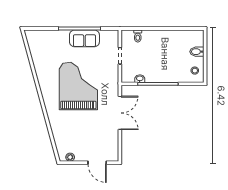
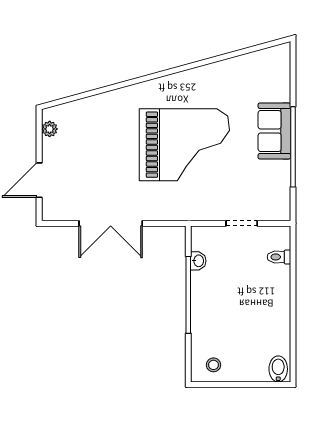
sofa: (84, 38) -> (274, 131), moved
bidet: (197, 52) -> (278, 369), moved
double door: (120, 113) -> (111, 223), moved

